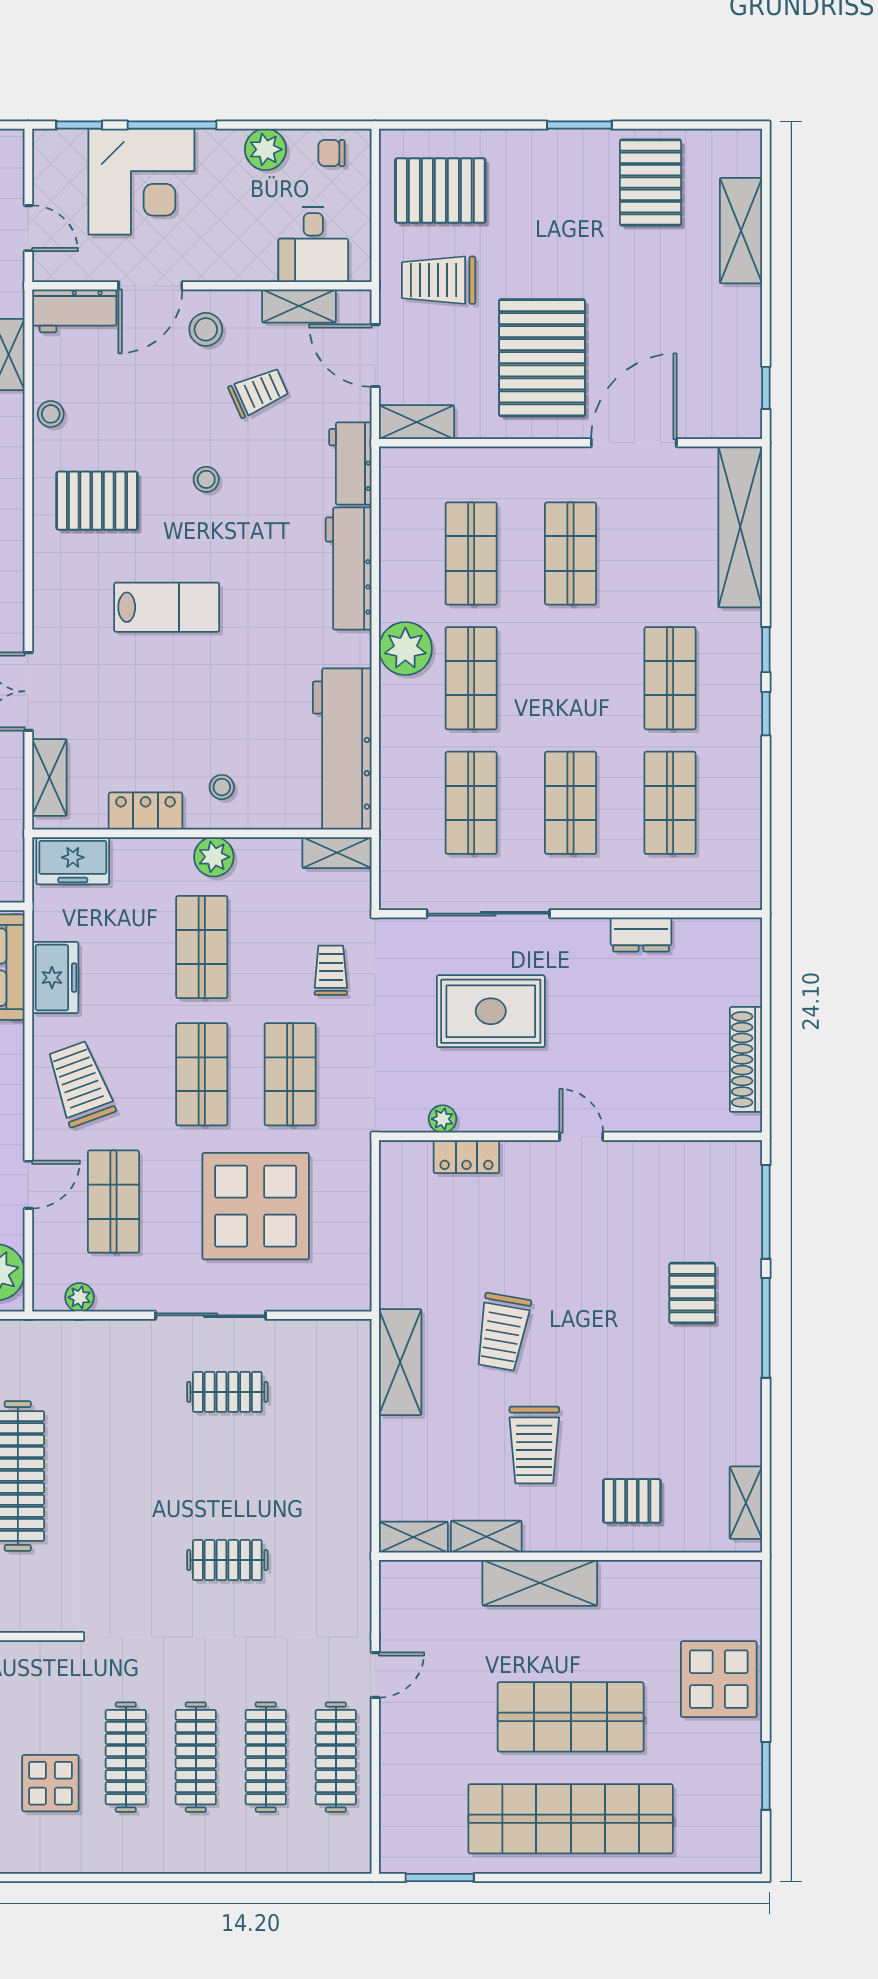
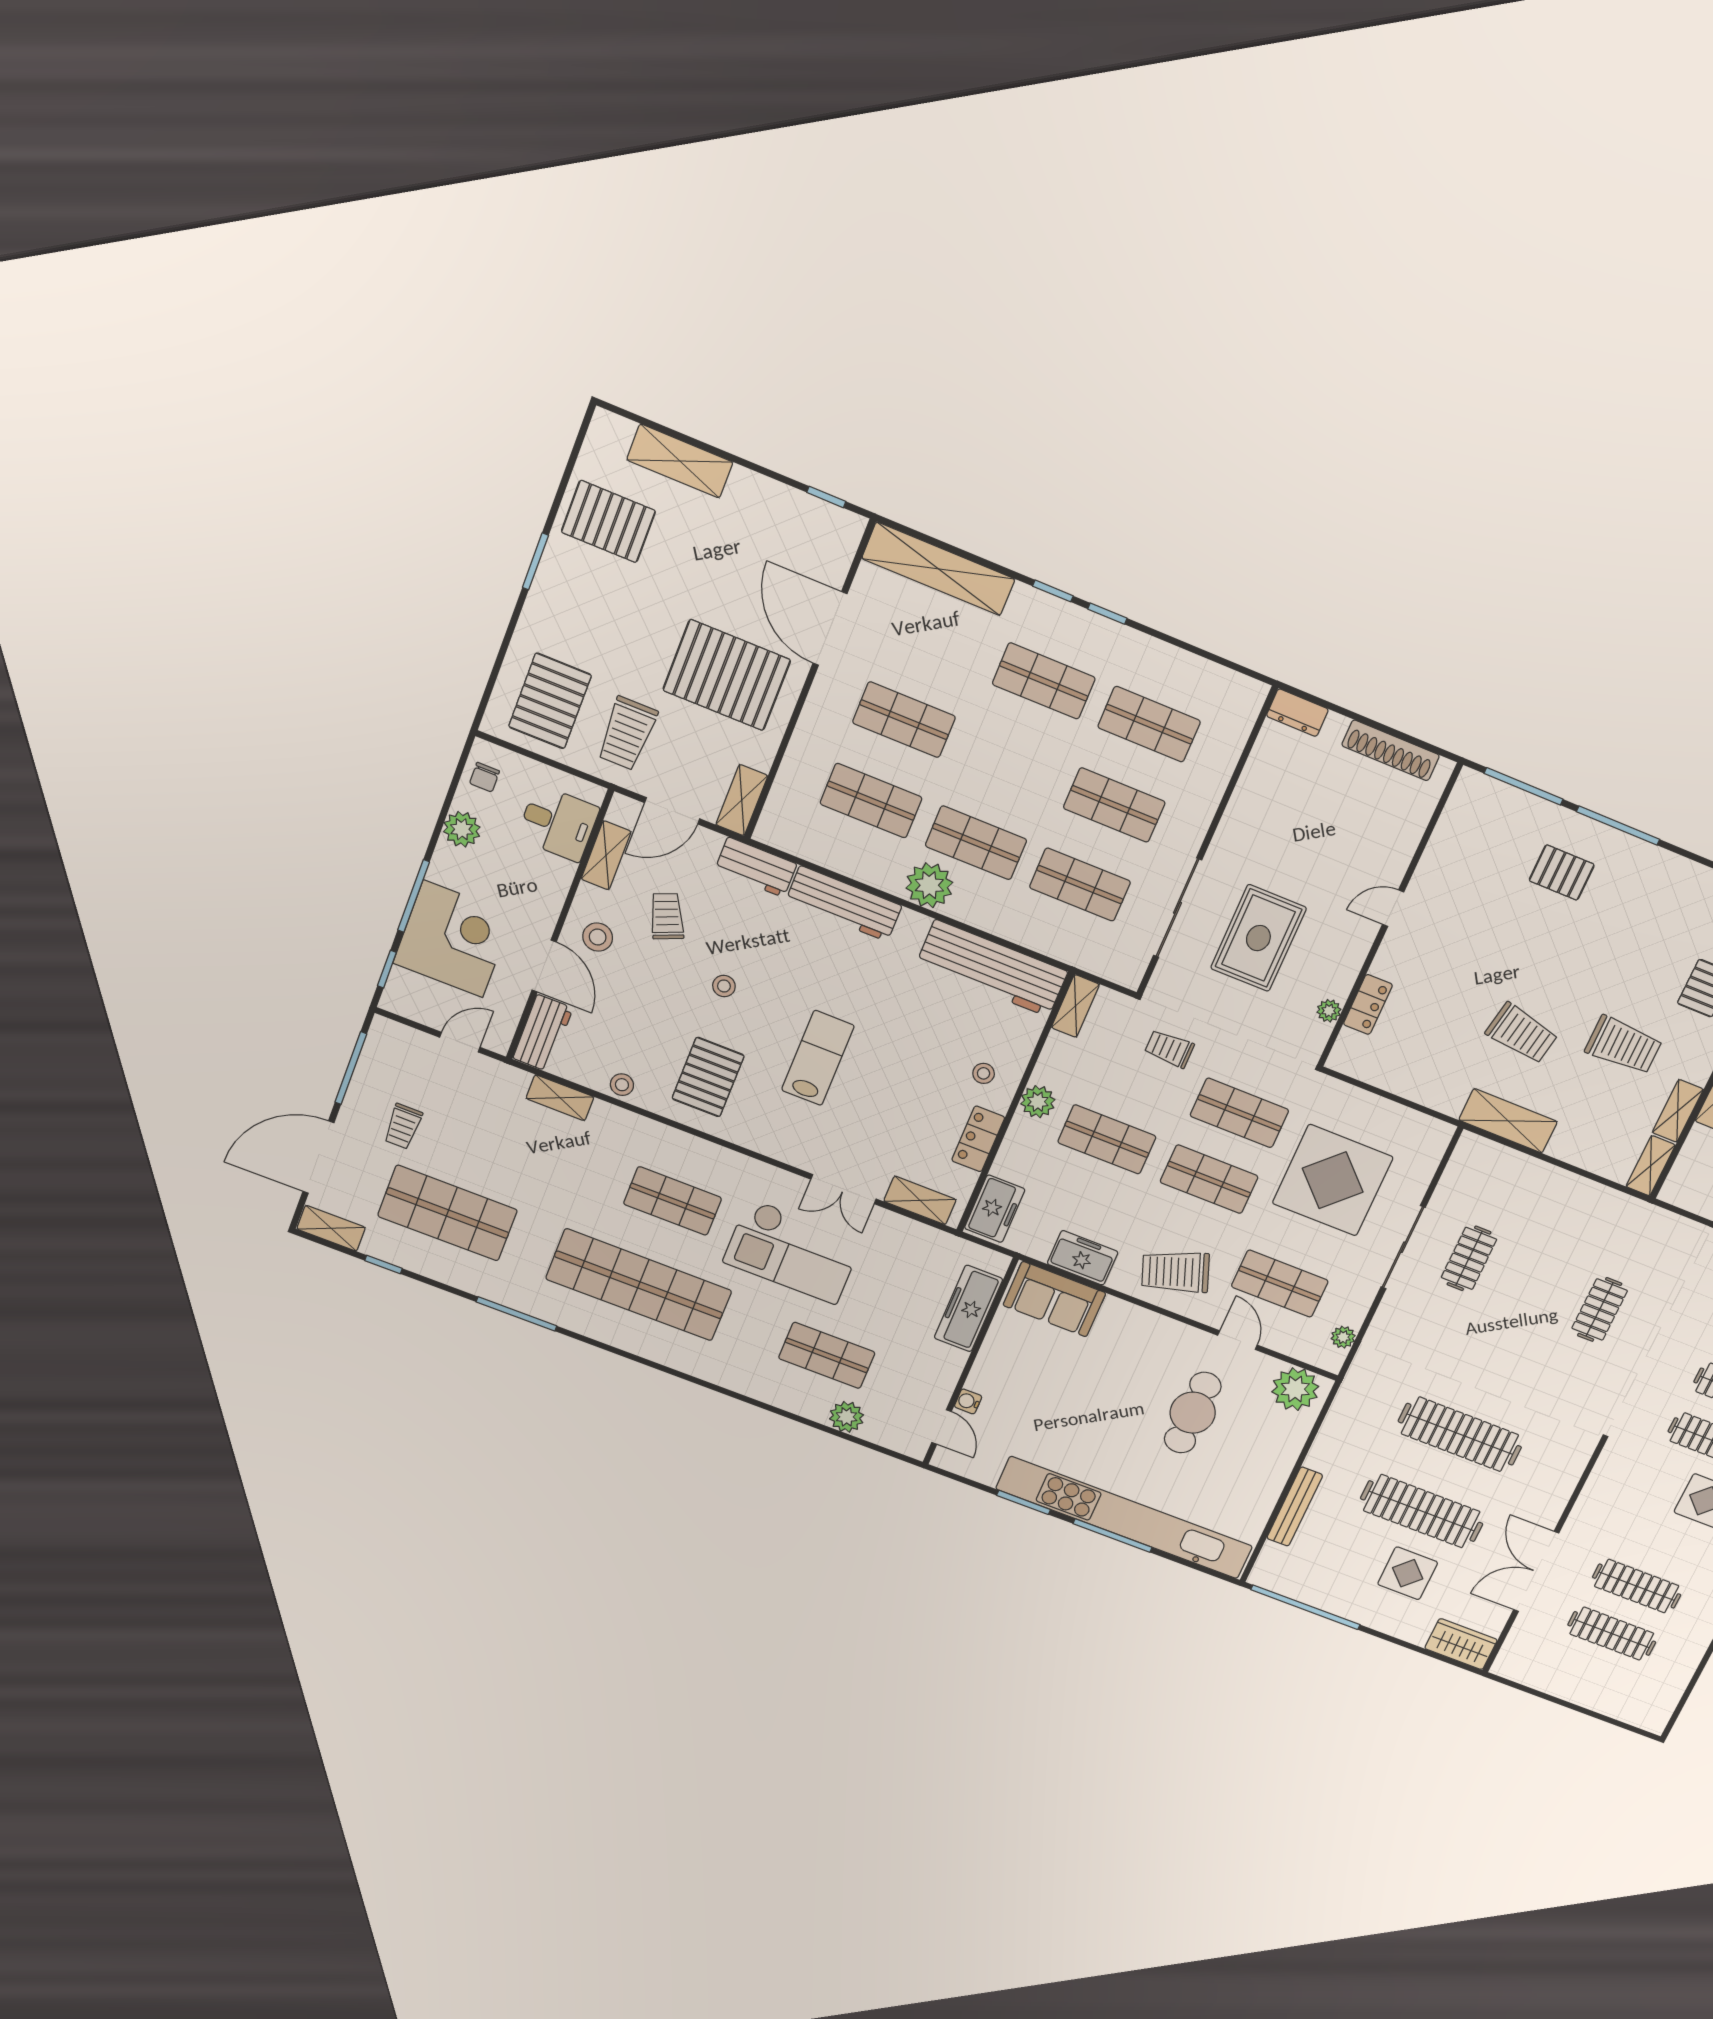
dresser: (641, 934) -> (1297, 713), moved, turned 90

